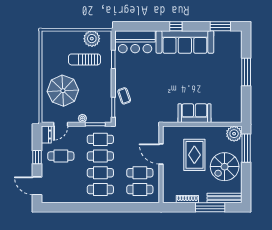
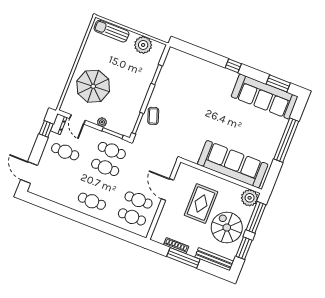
bar counter: (135, 42) -> (186, 65), removed
sofa: (185, 42) -> (265, 97), moved
sun lounger: (85, 59) -> (111, 31), moved
window: (246, 72) -> (286, 140), width x1.46
sofa: (194, 113) -> (233, 164), width x1.85, depth x1.27
door: (61, 124) -> (77, 119), hinge flipped
window: (37, 157) -> (46, 129), moved
spiral stairs: (225, 167) -> (227, 228), turned 90
cafe table: (100, 173) -> (99, 184), removed
window: (246, 179) -> (244, 248), added
window: (210, 207) -> (183, 258), moved

